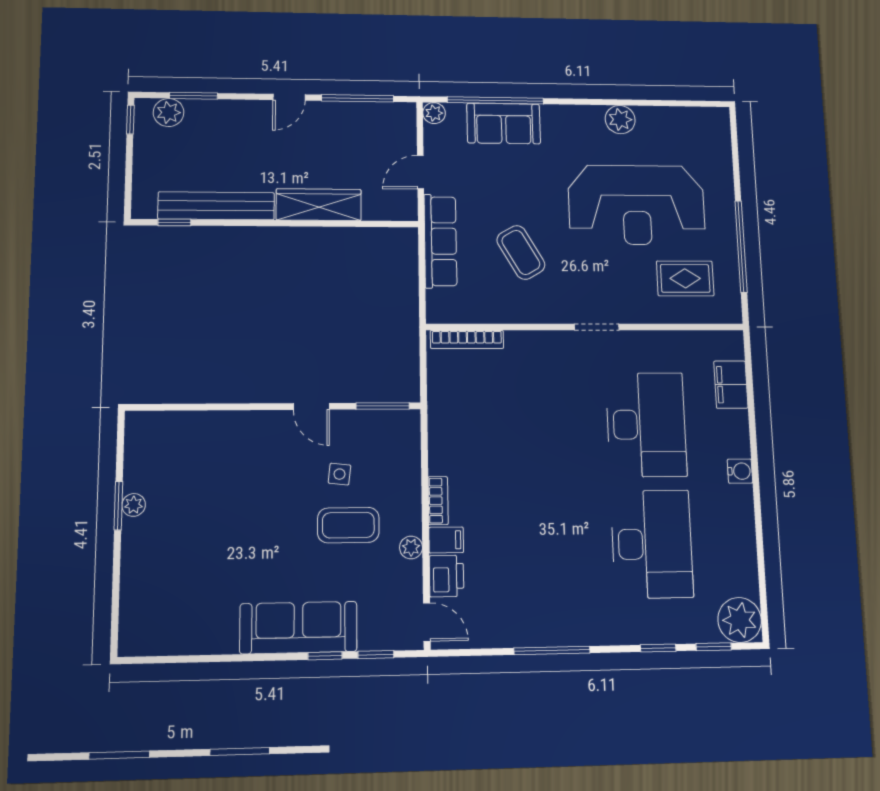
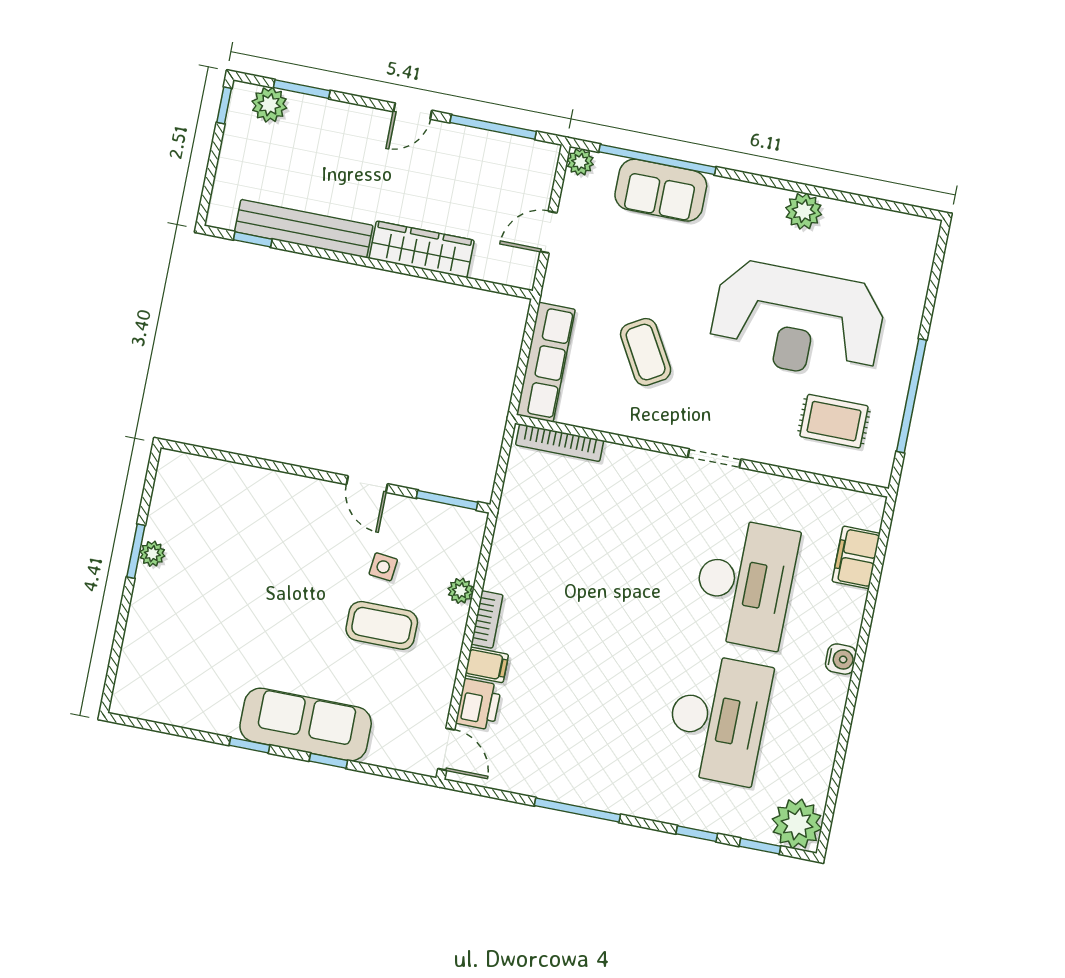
row of seats: (440, 241) -> (546, 362), moved
plant: (411, 547) -> (461, 591), moved
window: (376, 655) -> (249, 745), moved

